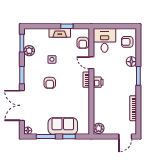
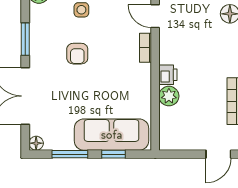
printer: (98, 82) -> (168, 75), moved
sofa: (63, 126) -> (112, 135), width x1.36
plant: (99, 128) -> (169, 96), moved

